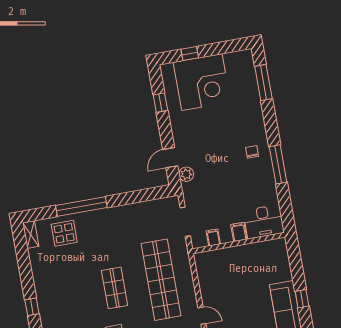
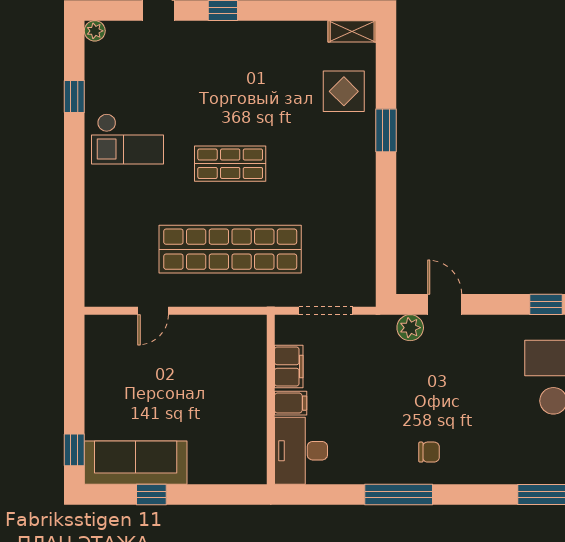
window: (81, 206) -> (386, 130), width x0.47
filing cabinet: (213, 238) -> (289, 366), width x2.00

